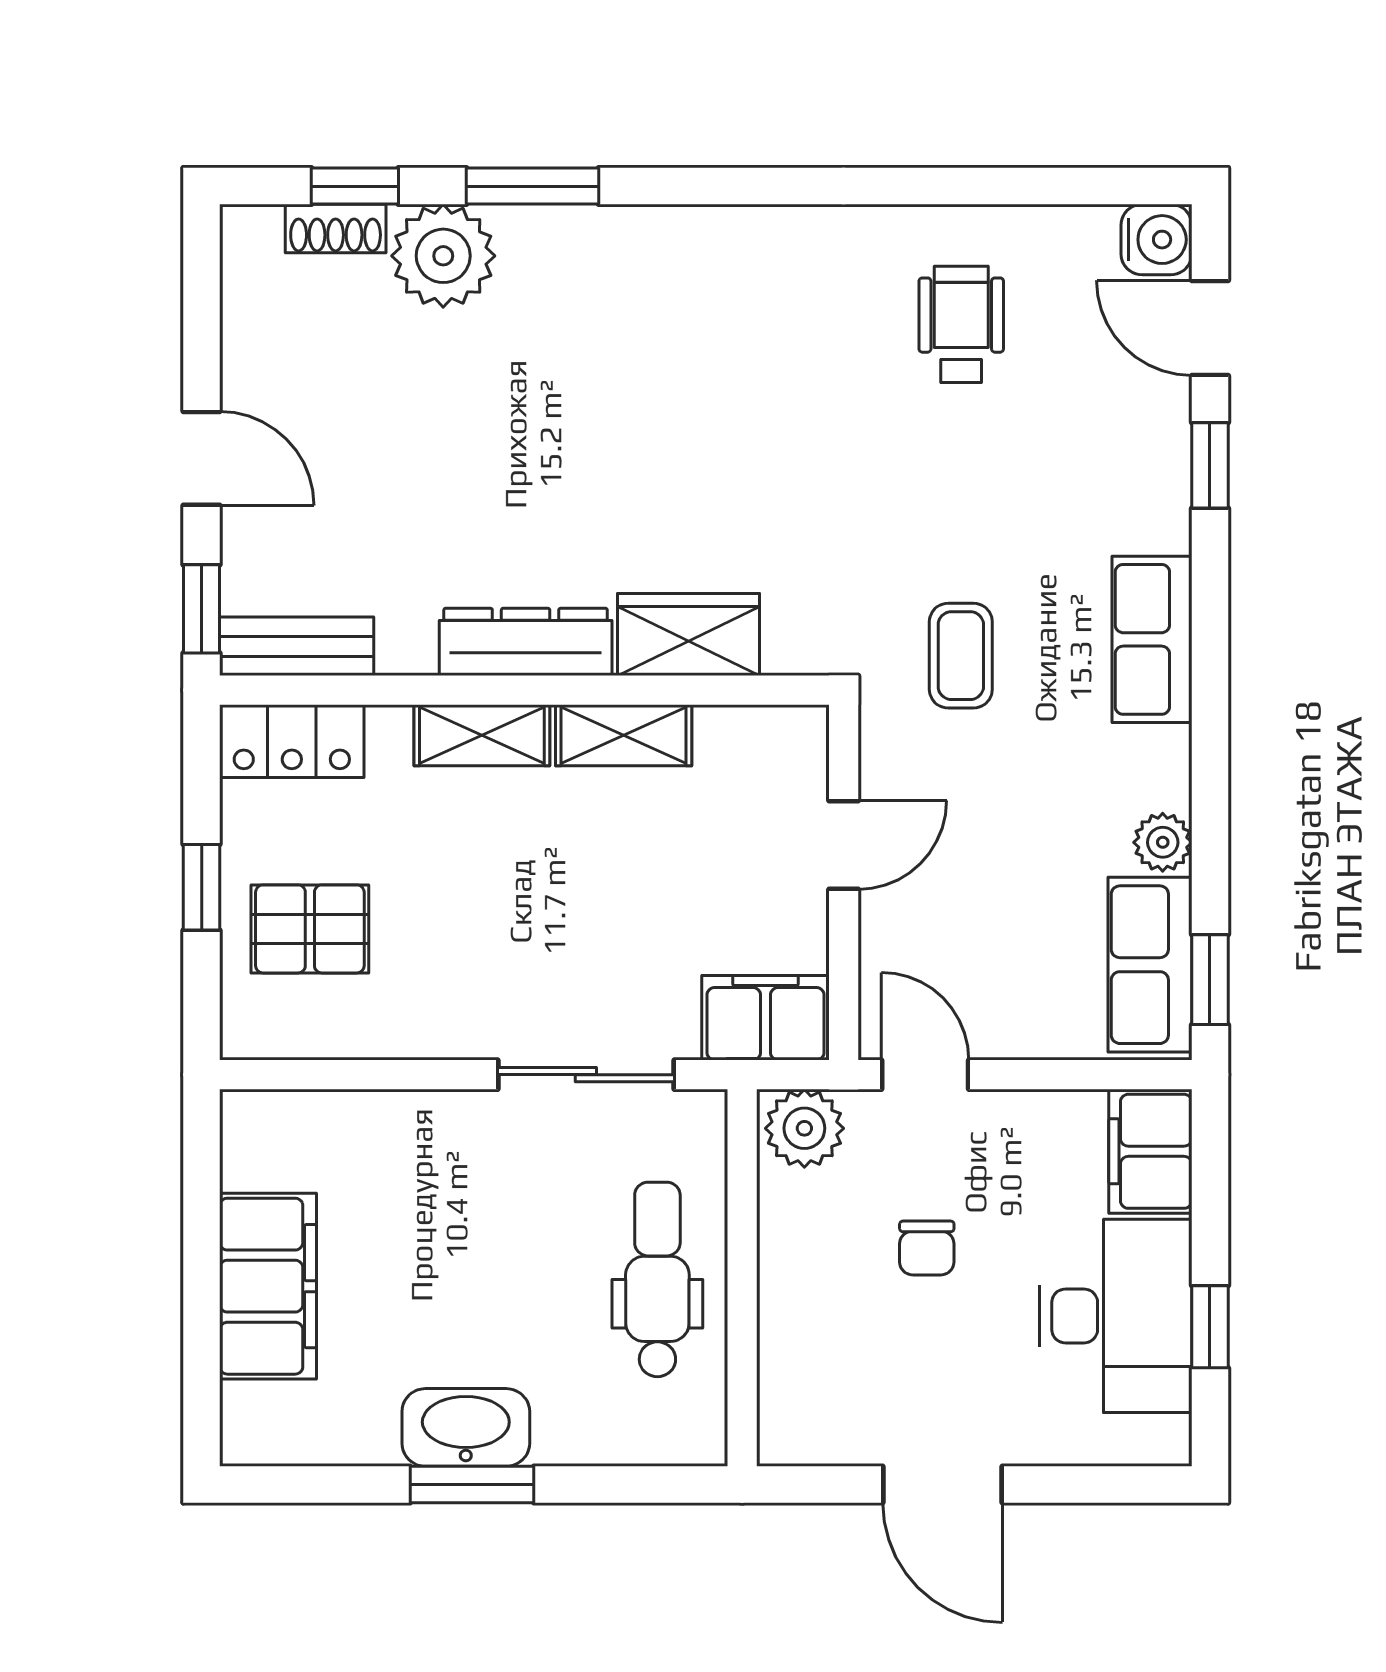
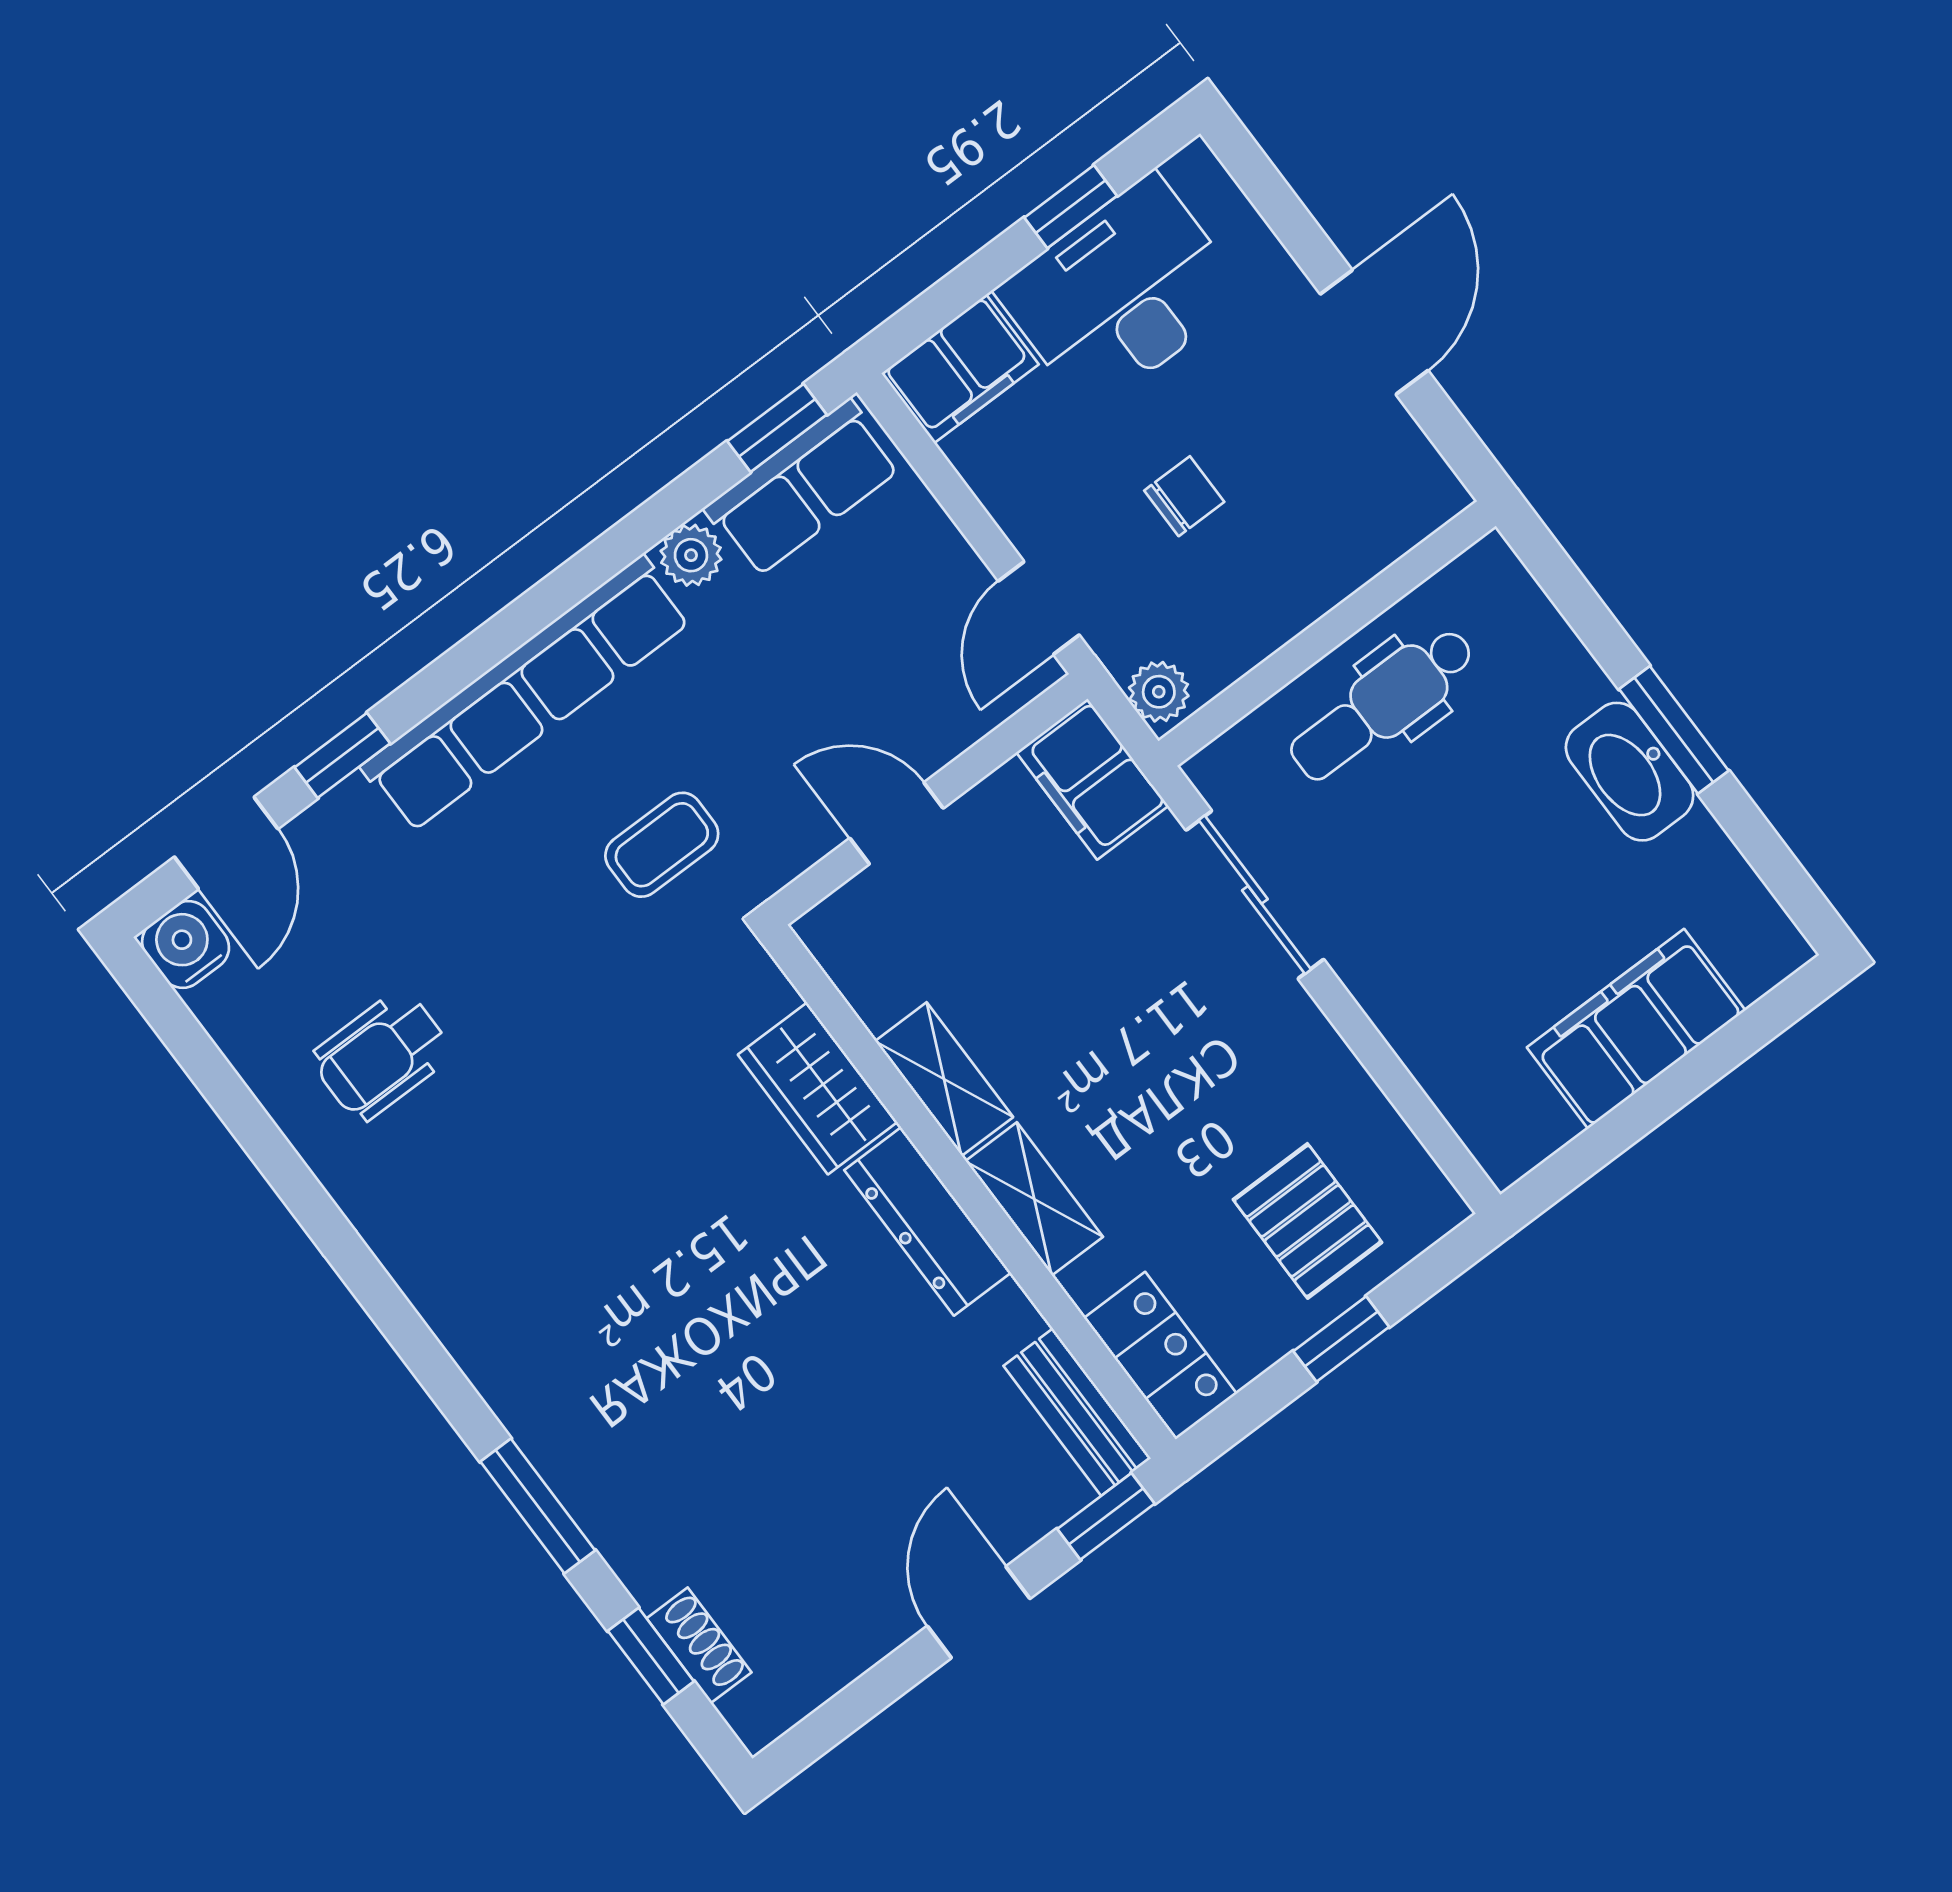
plant: (443, 256) -> (654, 1537), removed
row of seats: (1152, 639) -> (526, 694), width x2.02
plant: (804, 1128) -> (1159, 692), width x0.73, depth x0.73

